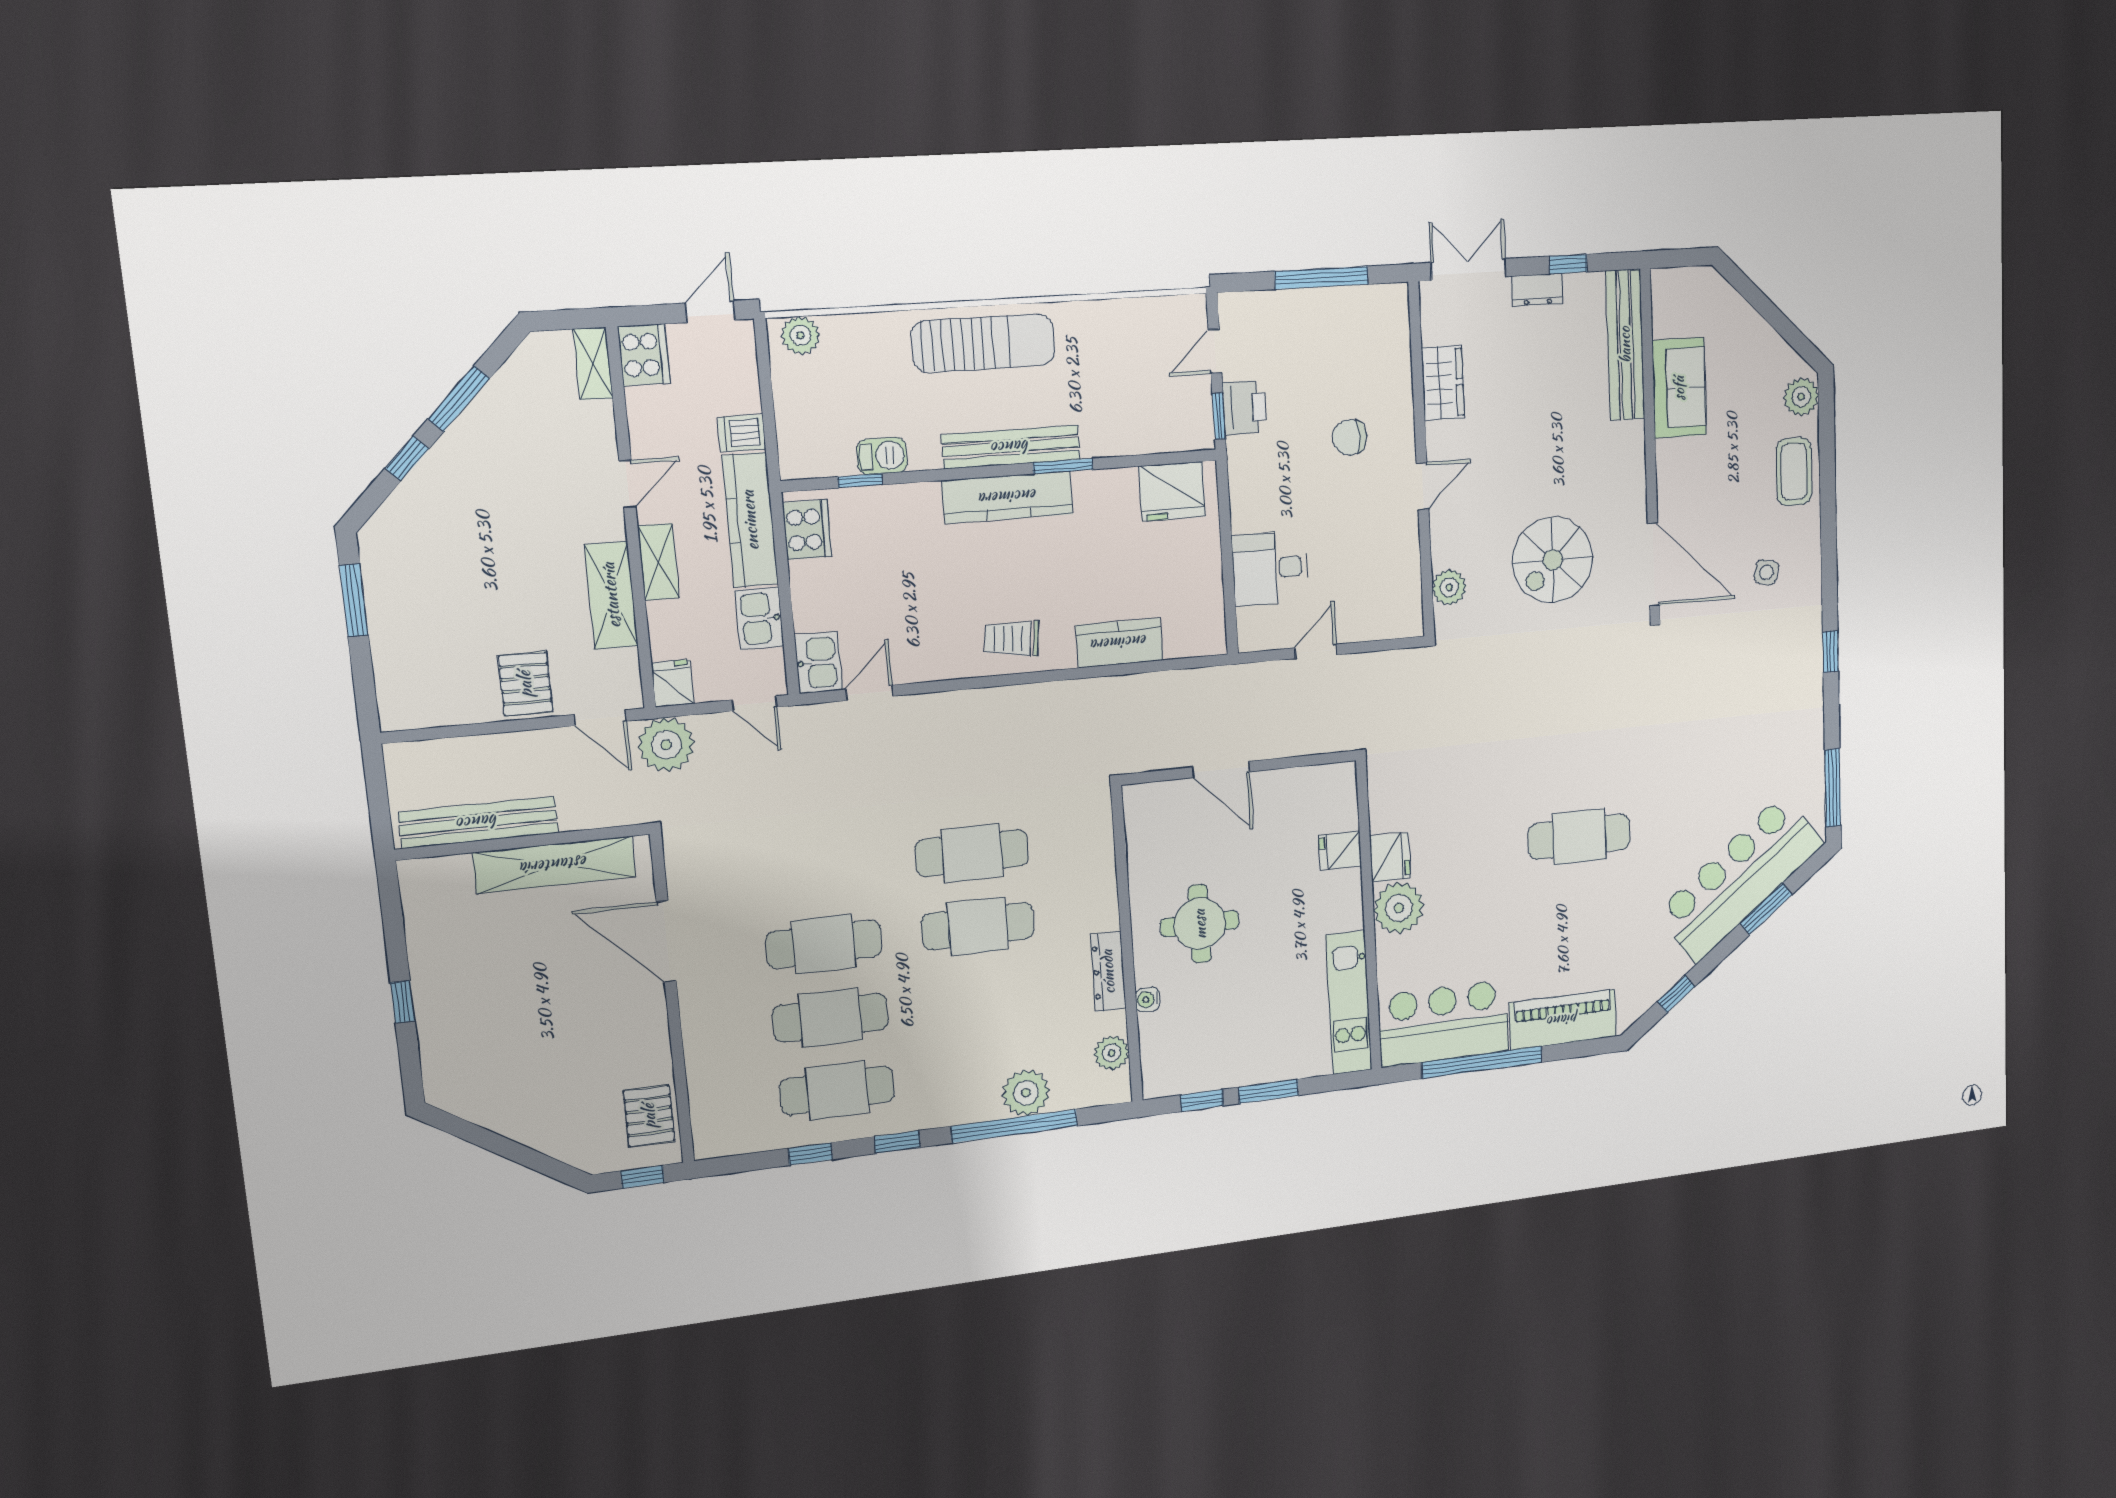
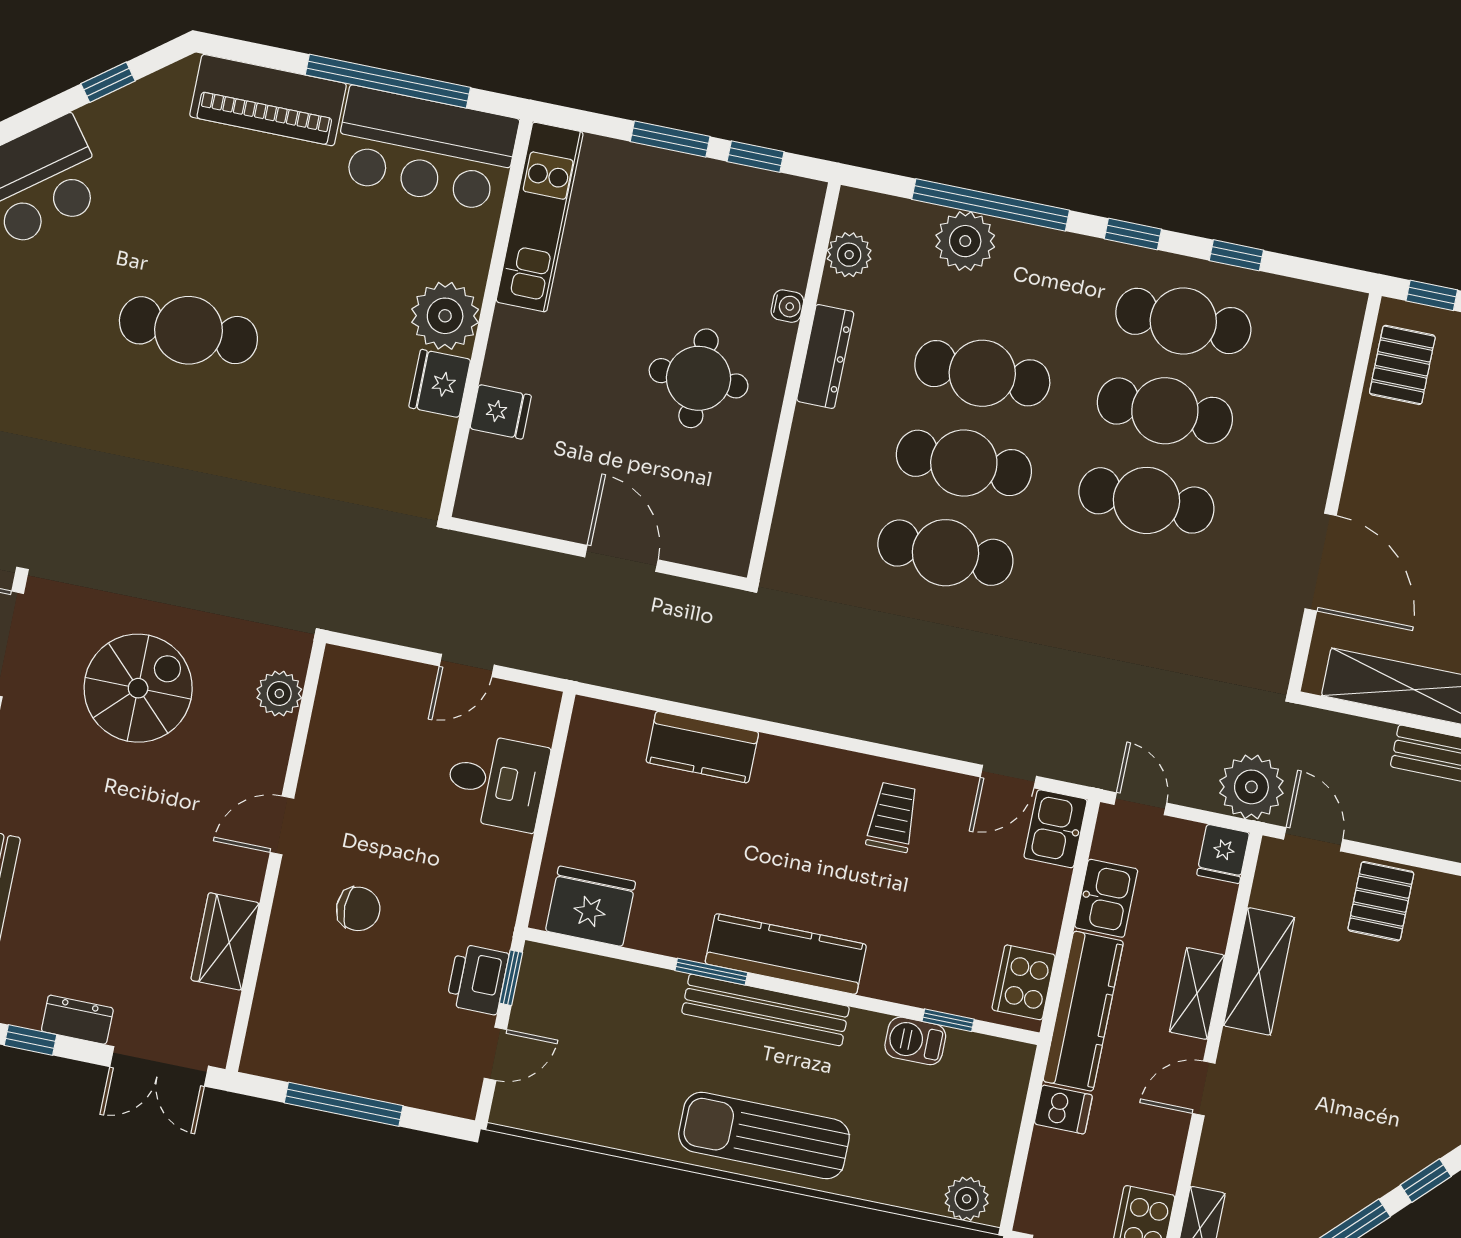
trolley: (1012, 639) -> (893, 817), moved, turned -95
cafe table: (984, 999) -> (982, 373), added

